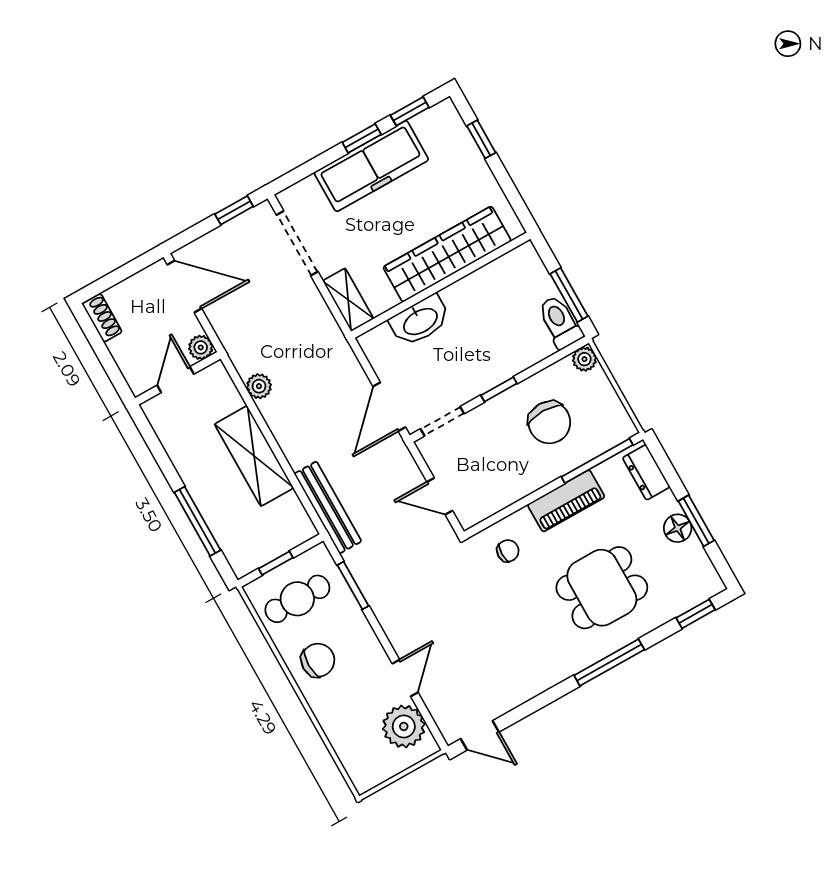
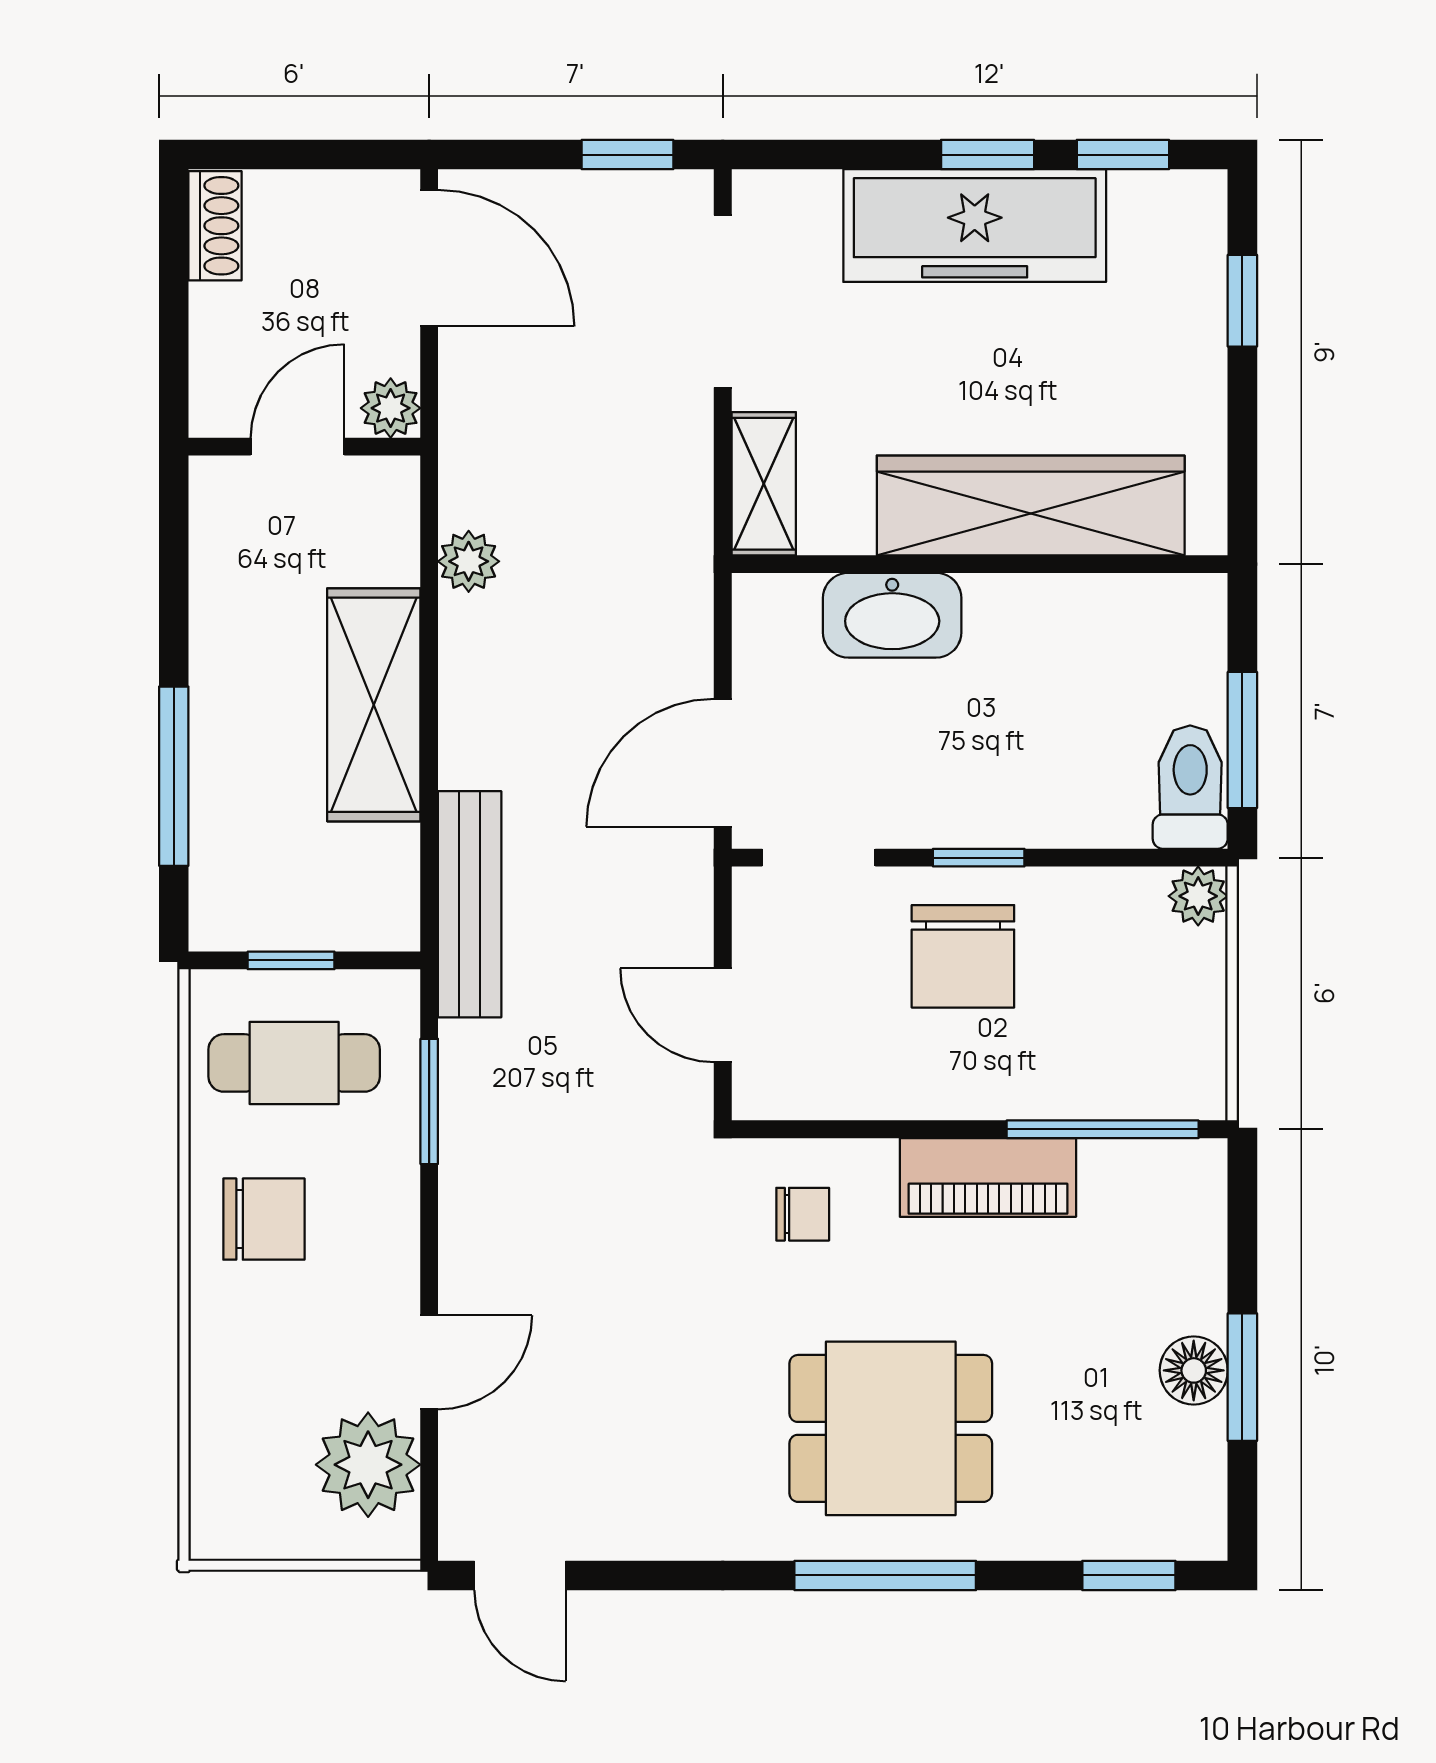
chair: (549, 422) -> (963, 956), moved
dresser: (646, 472) -> (1194, 1213), removed
dining table: (602, 588) -> (891, 1428), moved

